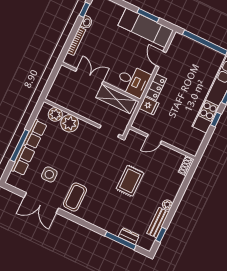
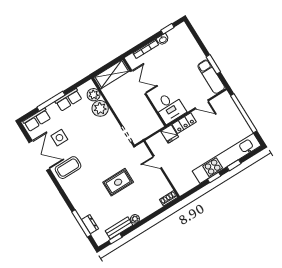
exam couch: (146, 28) -> (211, 77), width x0.73, depth x0.69
door: (161, 59) -> (202, 104), swing flipped
shelving: (116, 99) -> (112, 74), moved, turned 90
row of seats: (23, 160) -> (37, 120), moved
double door: (41, 203) -> (39, 156), swing flipped

